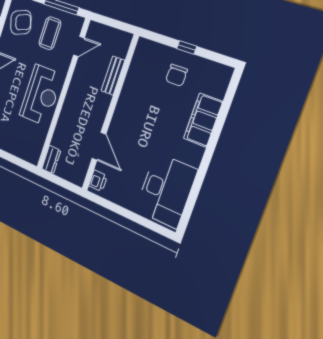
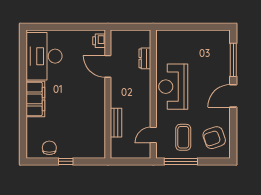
chair: (177, 75) -> (49, 148), moved
filing cabinet: (203, 120) -> (35, 99), moved
dresser: (51, 160) -> (145, 58), moved

